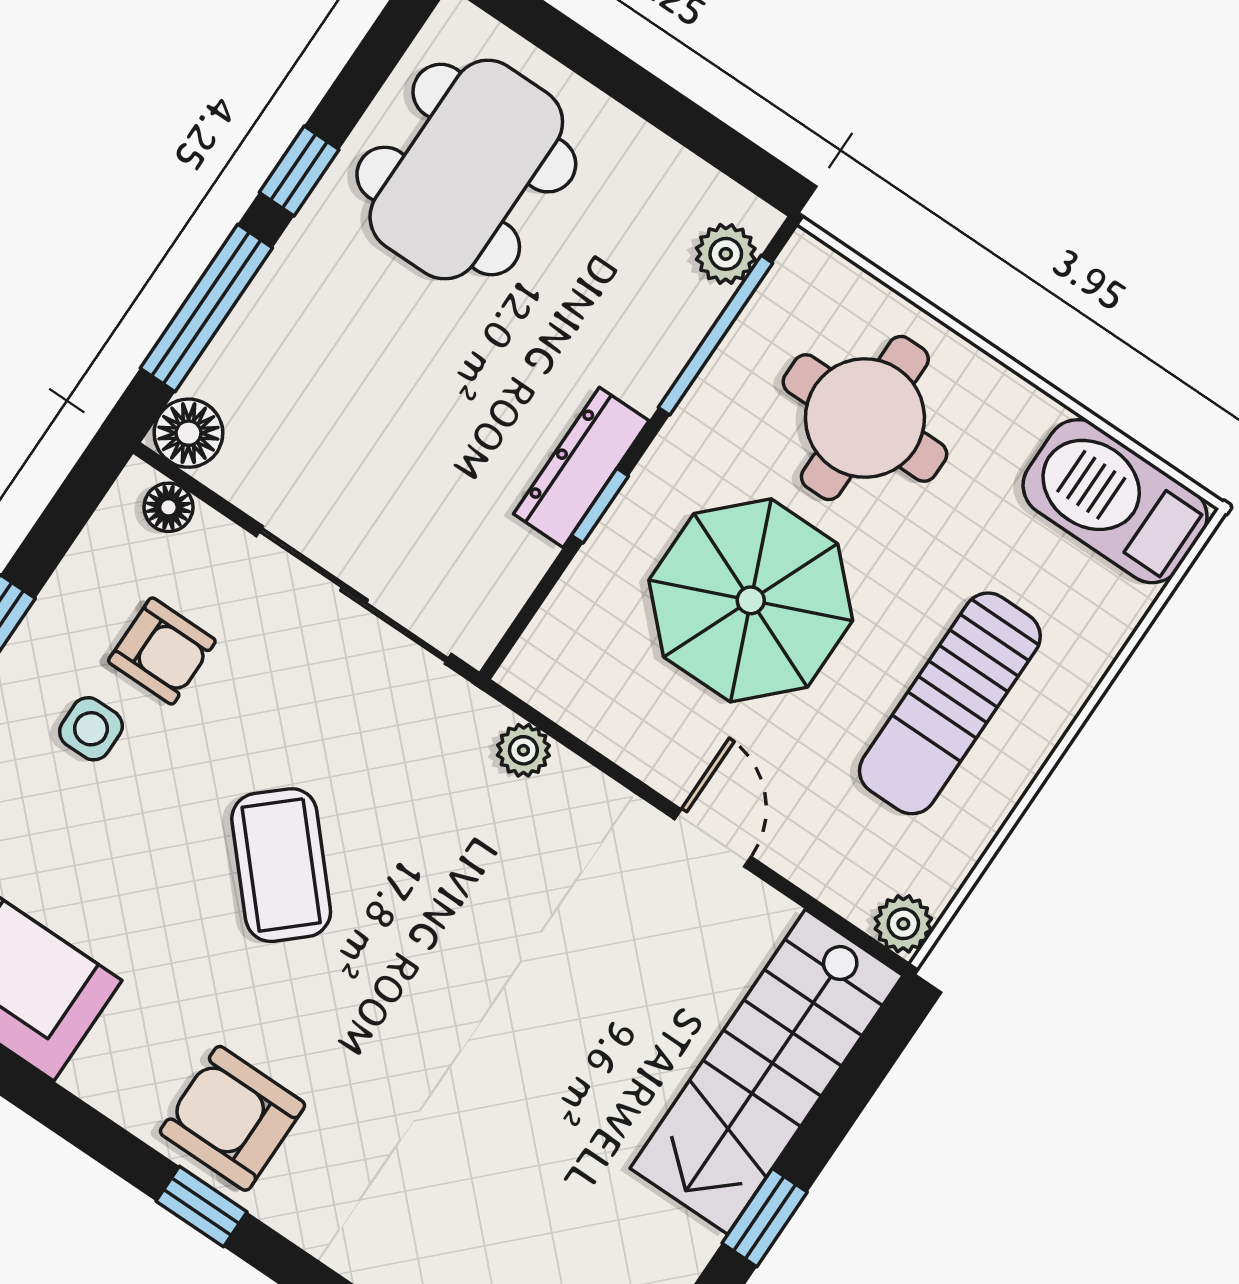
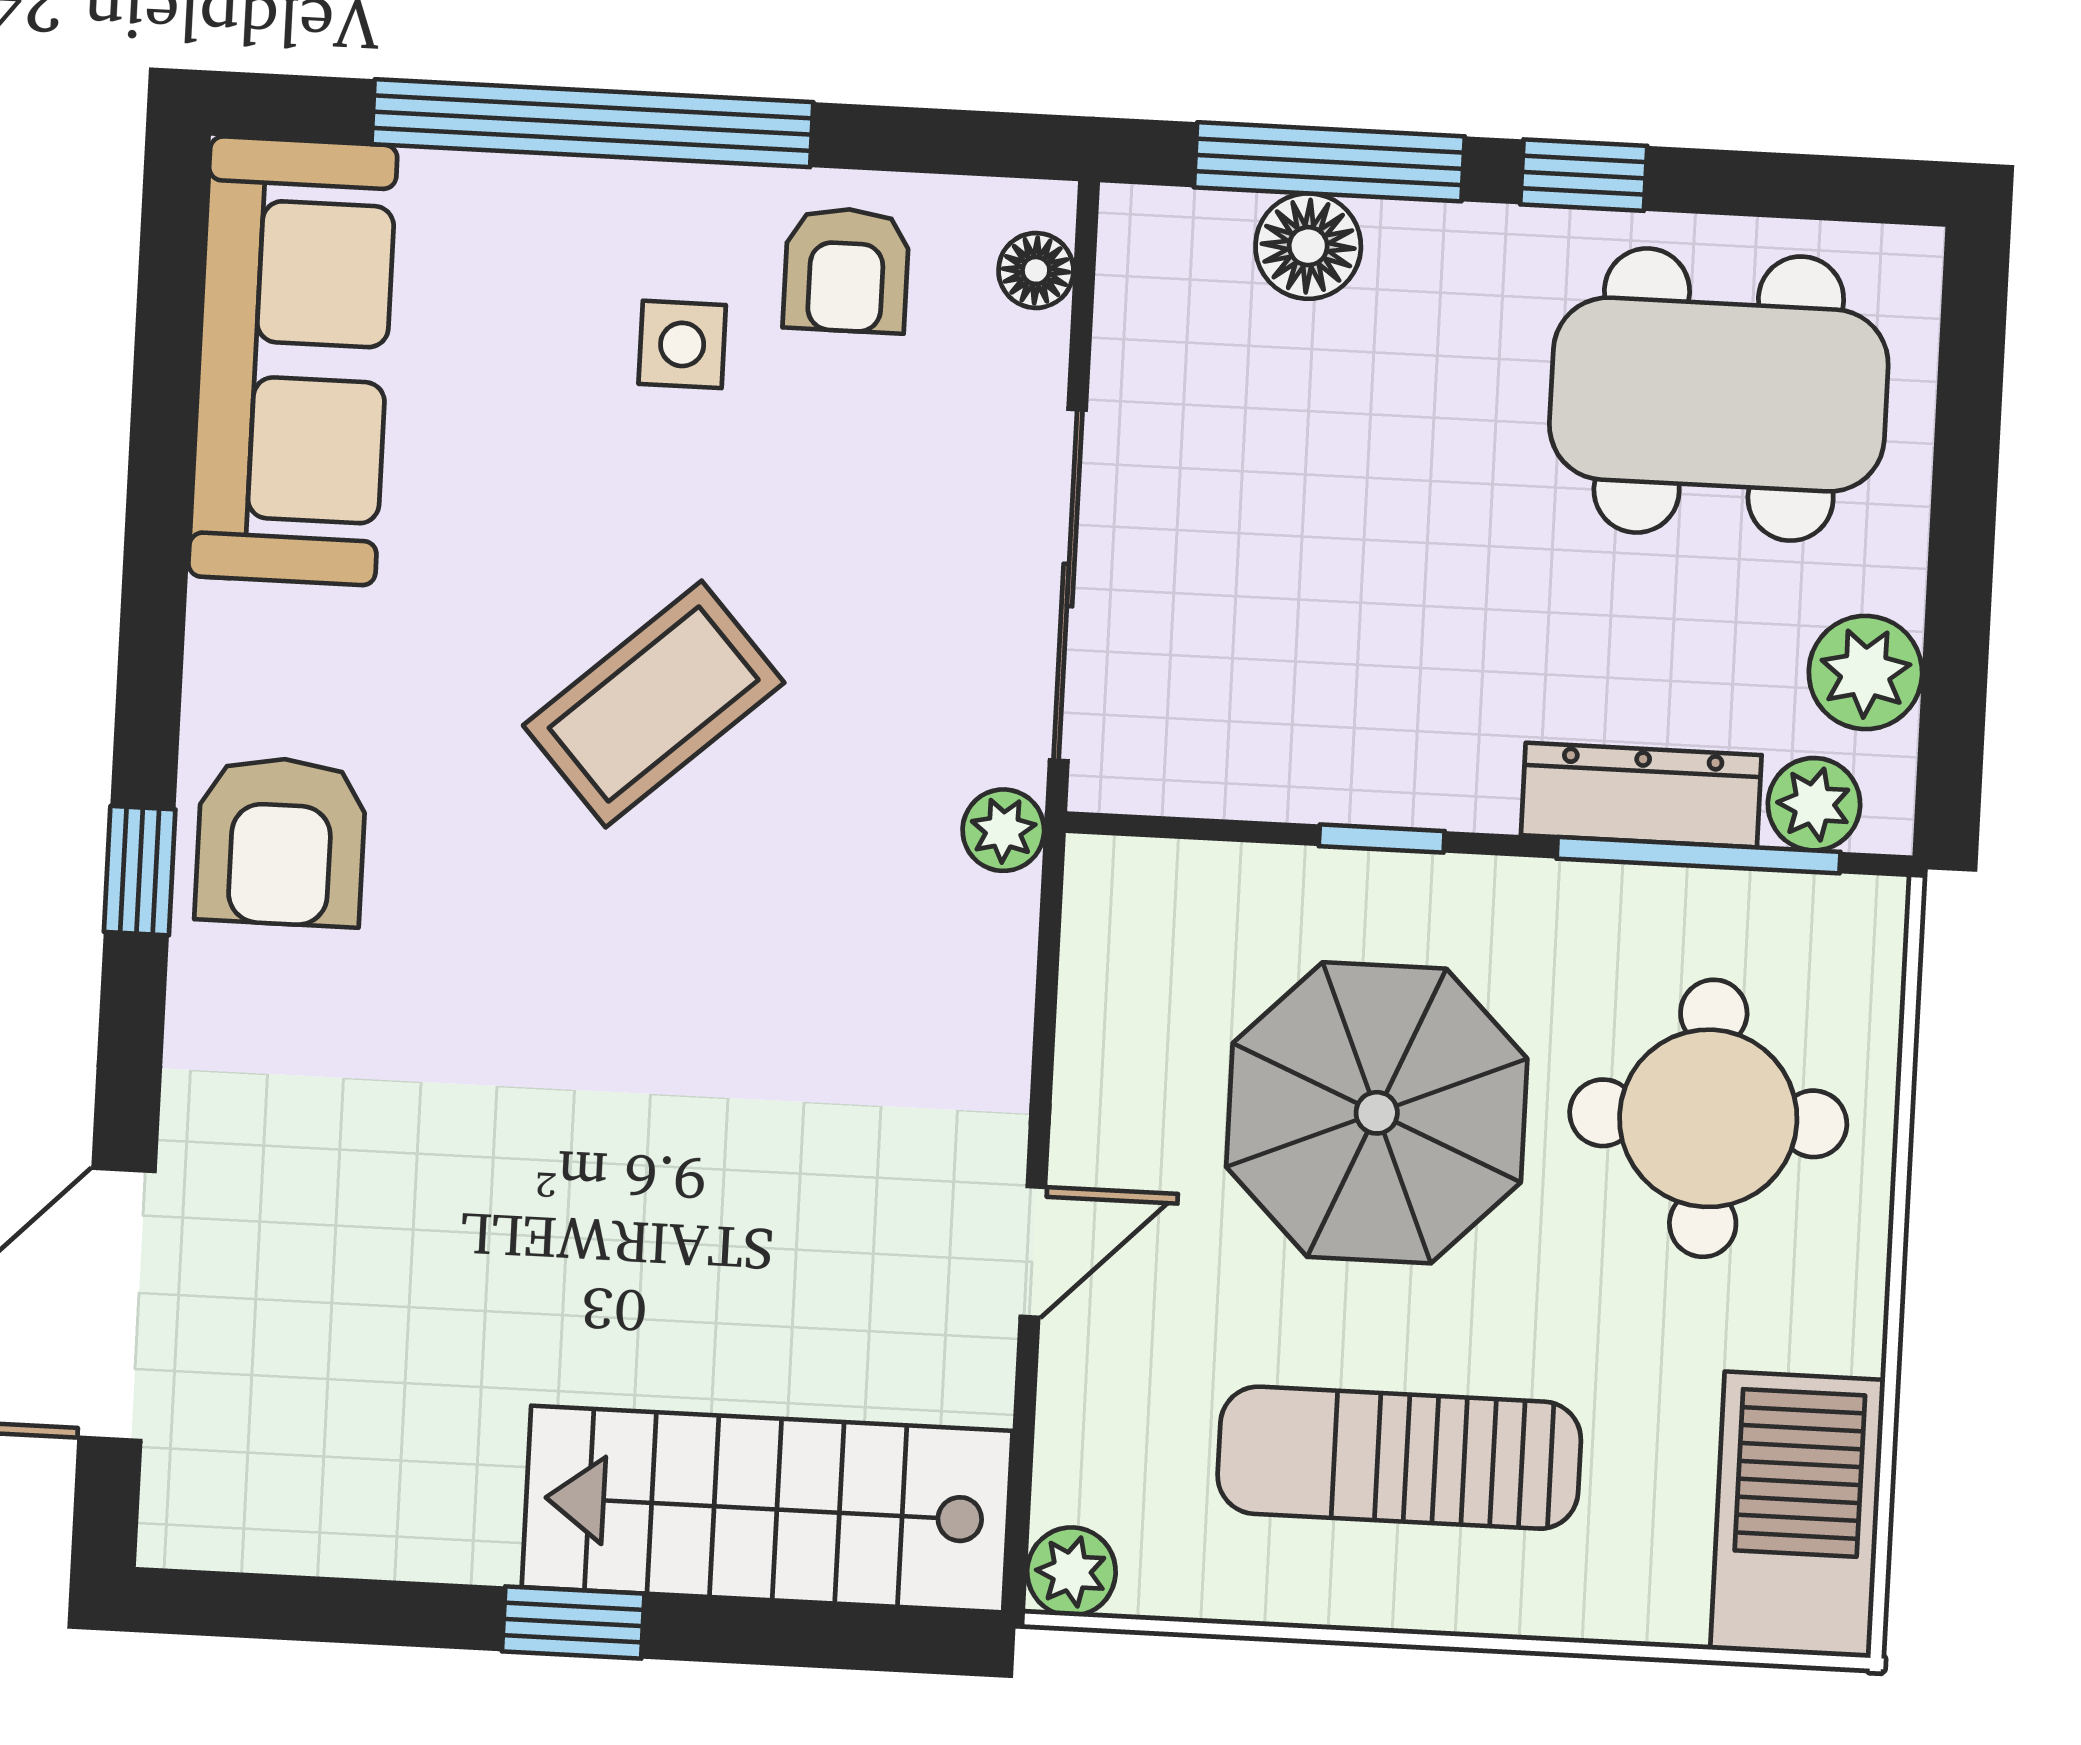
plant: (670, 181) -> (1865, 672), added
floor lamp: (188, 433) -> (1308, 246), moved
dresser: (581, 467) -> (1641, 795), moved
armchair: (162, 651) -> (846, 270), moved
plant: (523, 750) -> (1003, 830), moved
armchair: (233, 1118) -> (281, 841), turned 180

